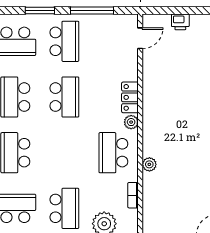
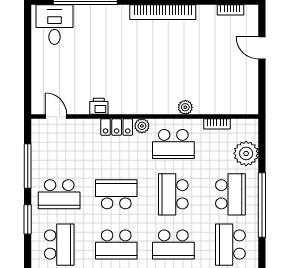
printer: (180, 22) -> (99, 106), moved, turned -90
school desk: (64, 41) -> (59, 194), turned 180
school desk: (64, 153) -> (173, 194), added
school desk: (64, 208) -> (230, 194), turned 90

